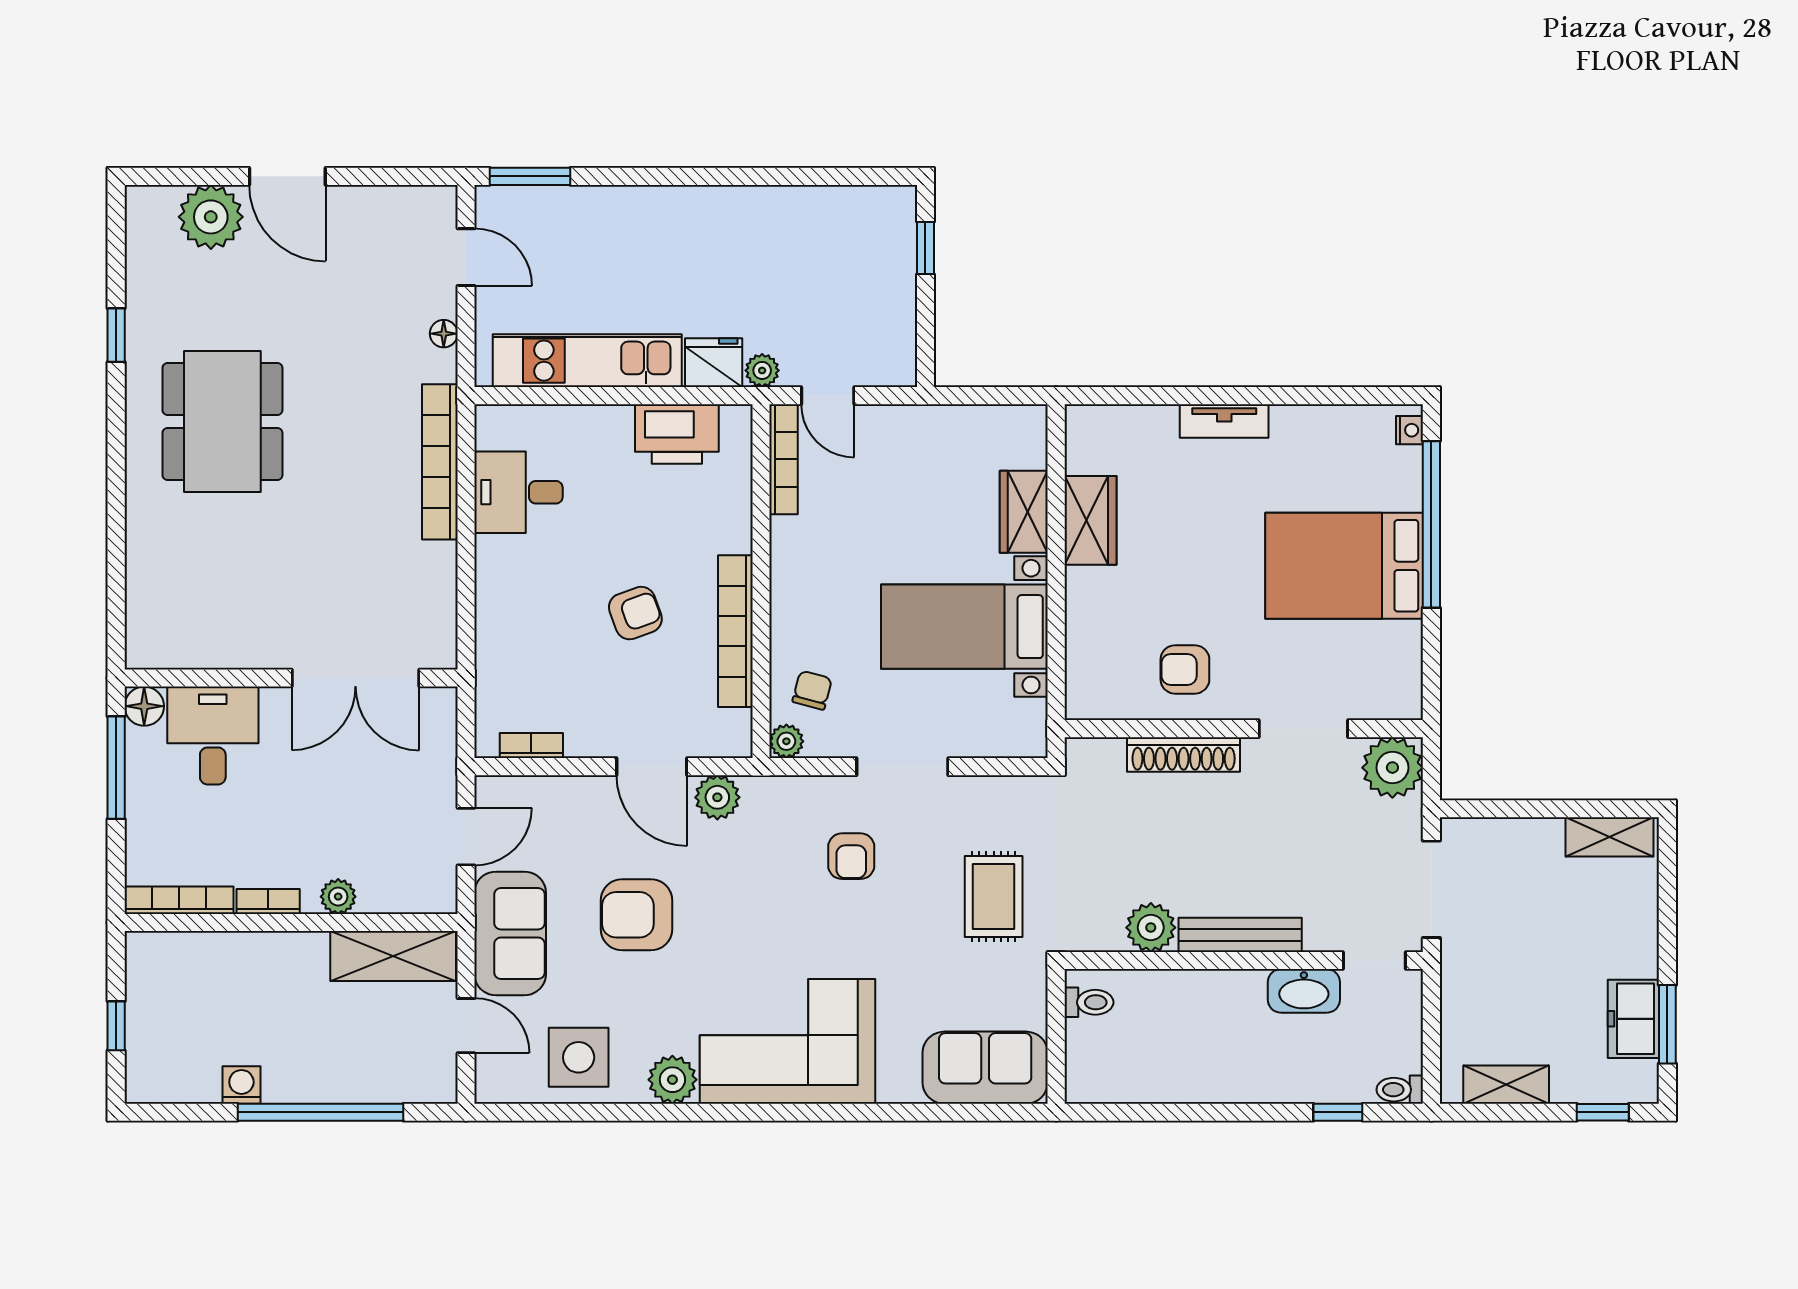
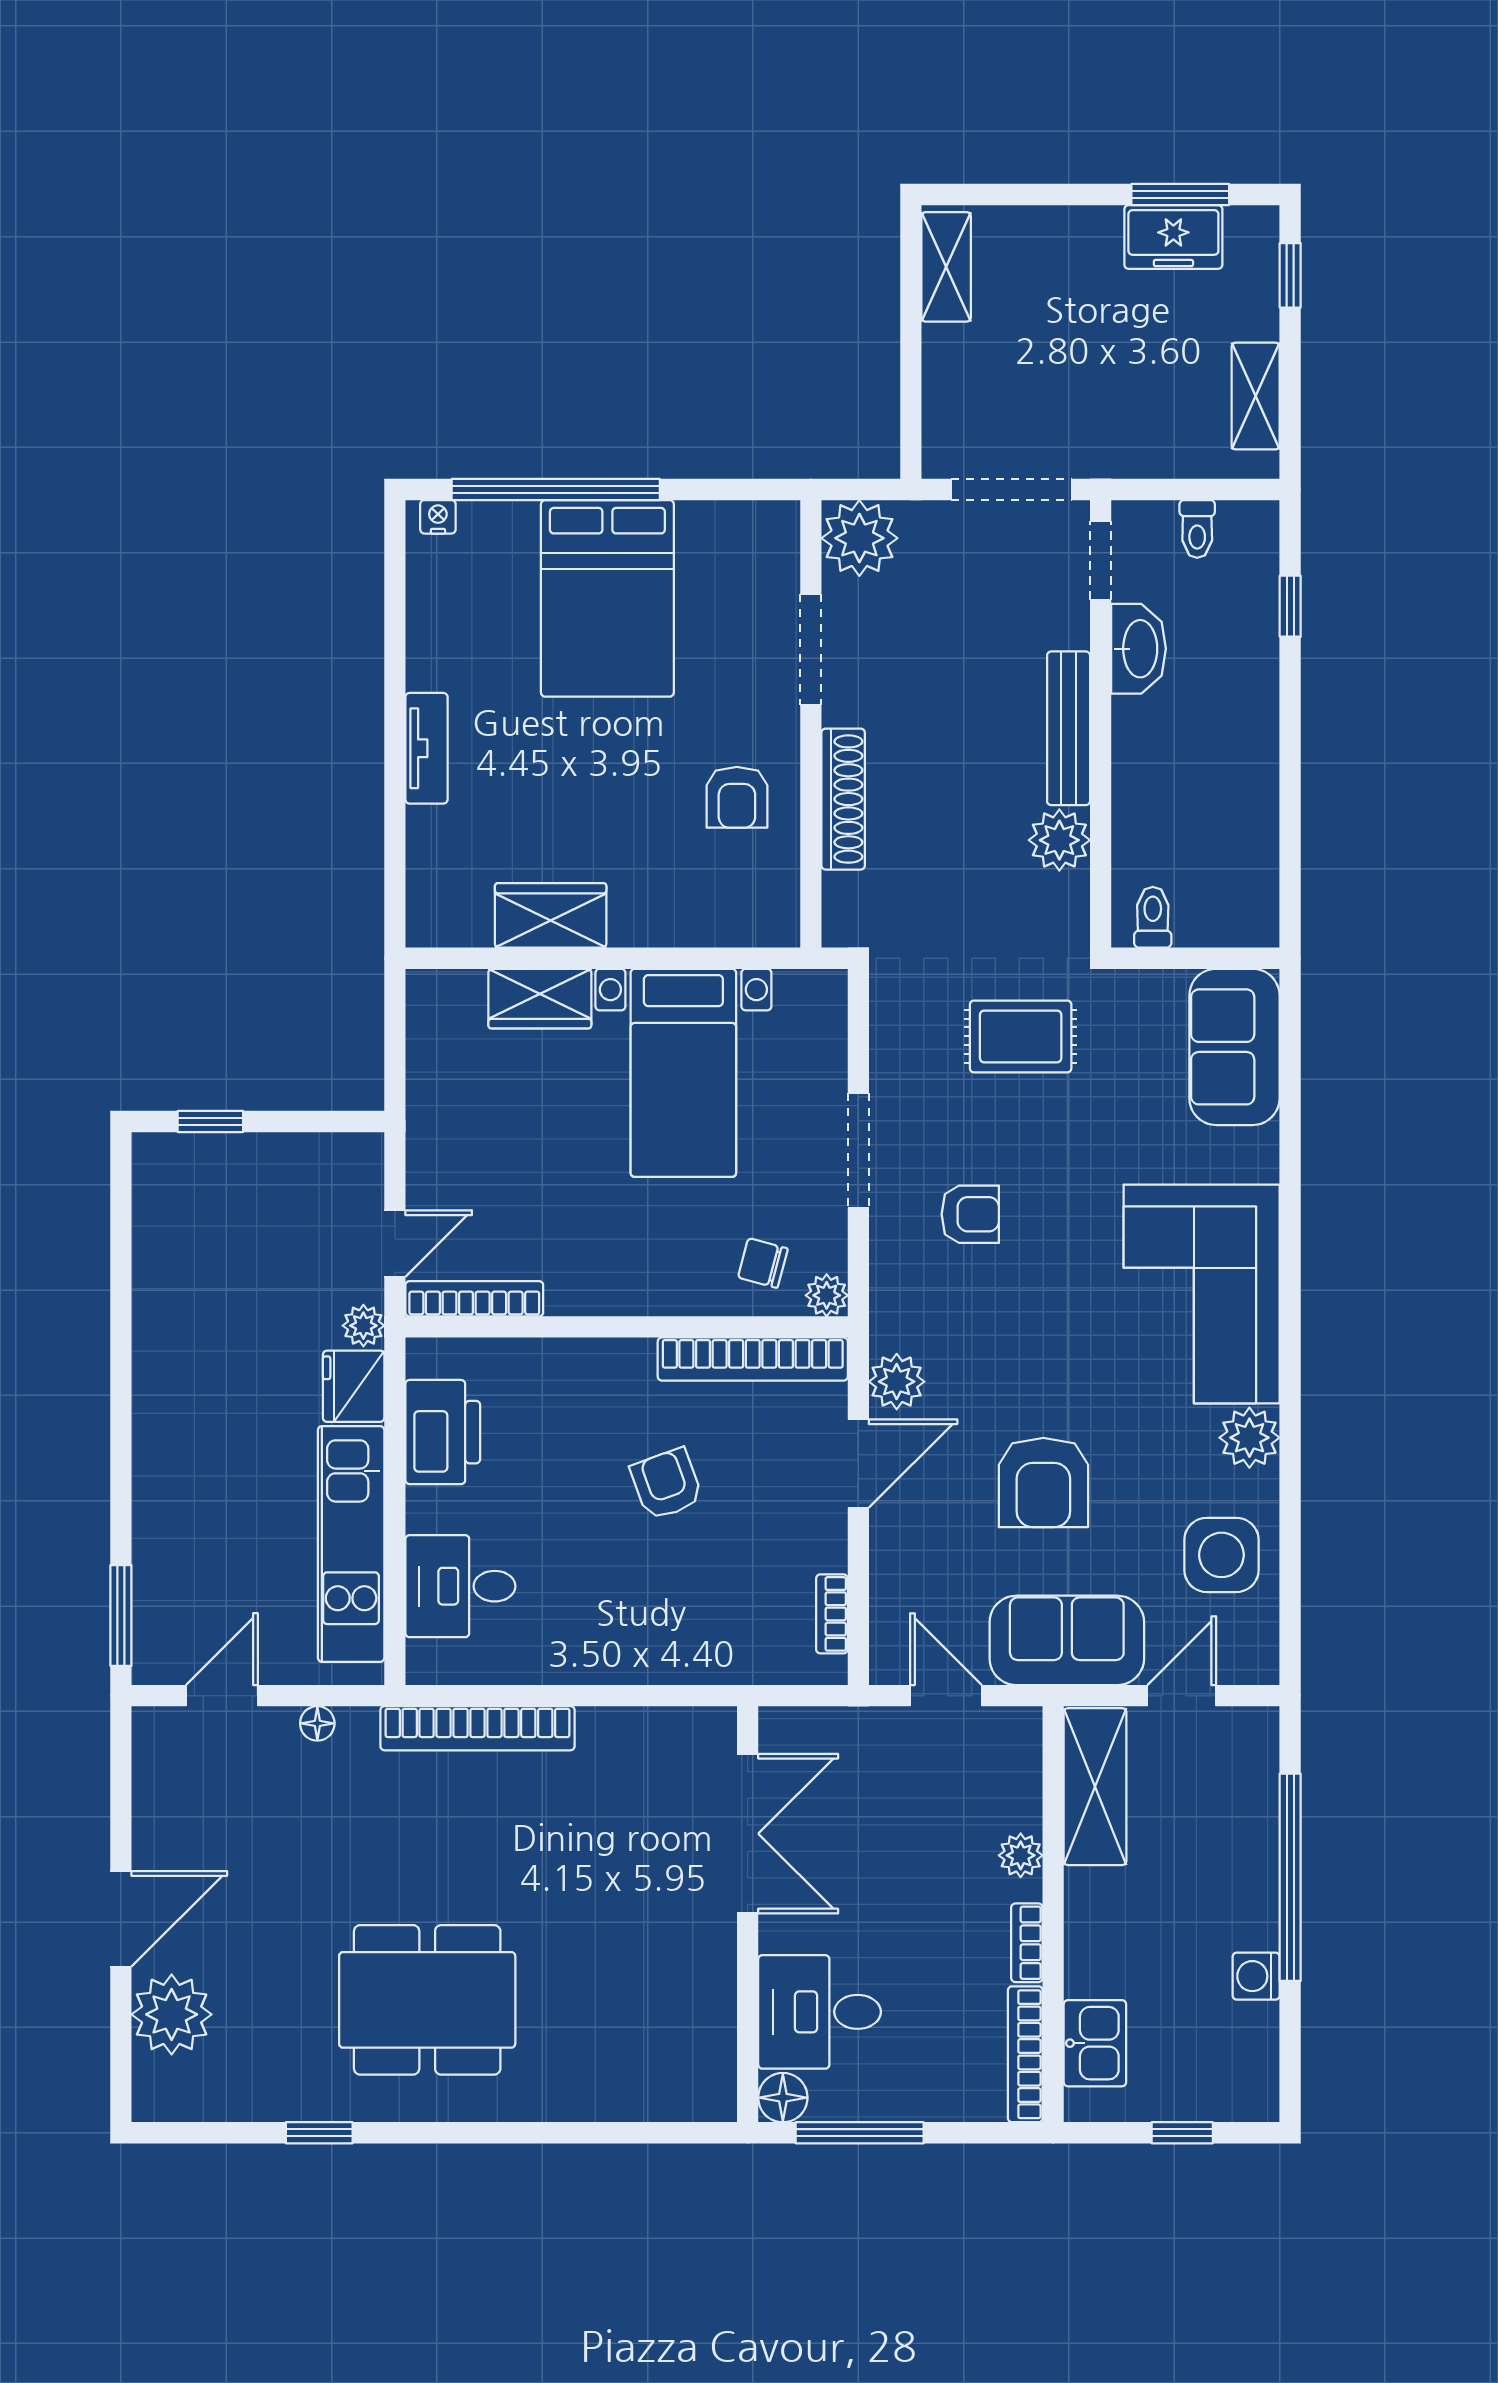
desk: (518, 492) -> (460, 1586), moved, turned 90
bookcase: (735, 631) -> (753, 1359), moved
kitchen sink: (188, 956) -> (1095, 2043), added
toilet: (1400, 1090) -> (1197, 529), moved

